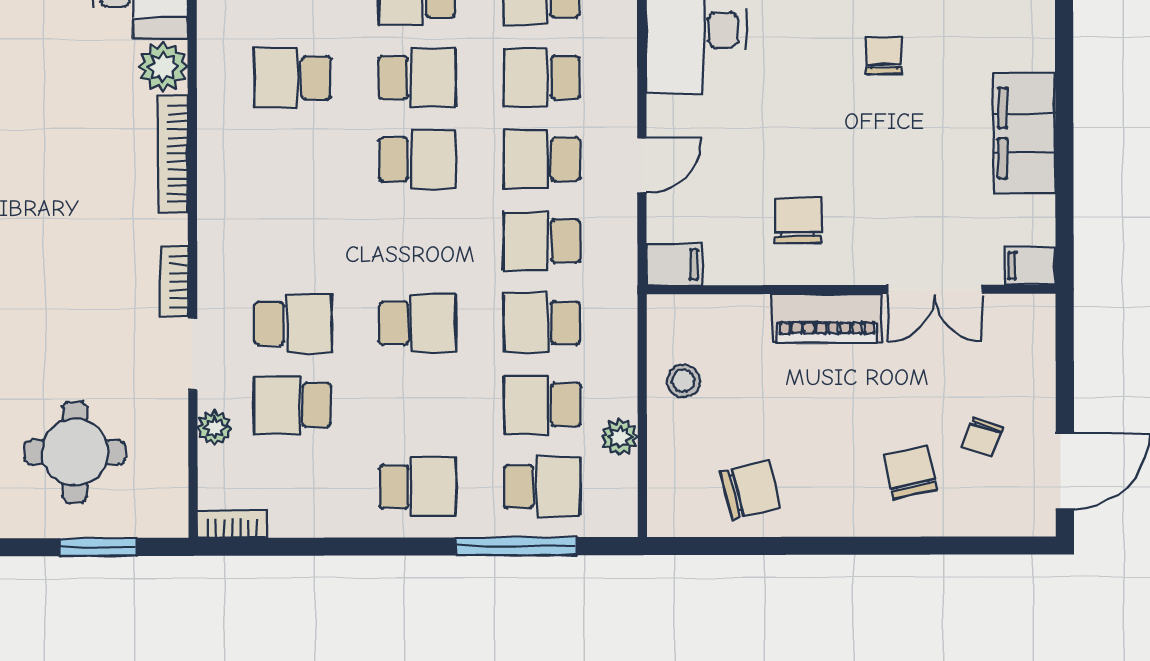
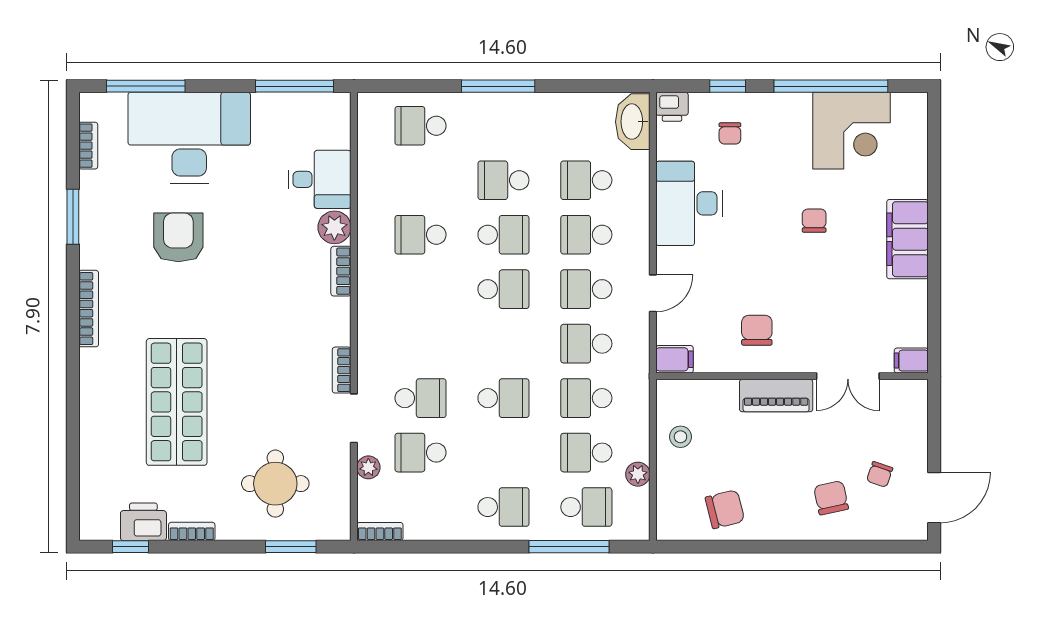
filing cabinet: (1024, 133) -> (907, 239), moved
bookcase: (173, 154) -> (341, 271), width x0.64

